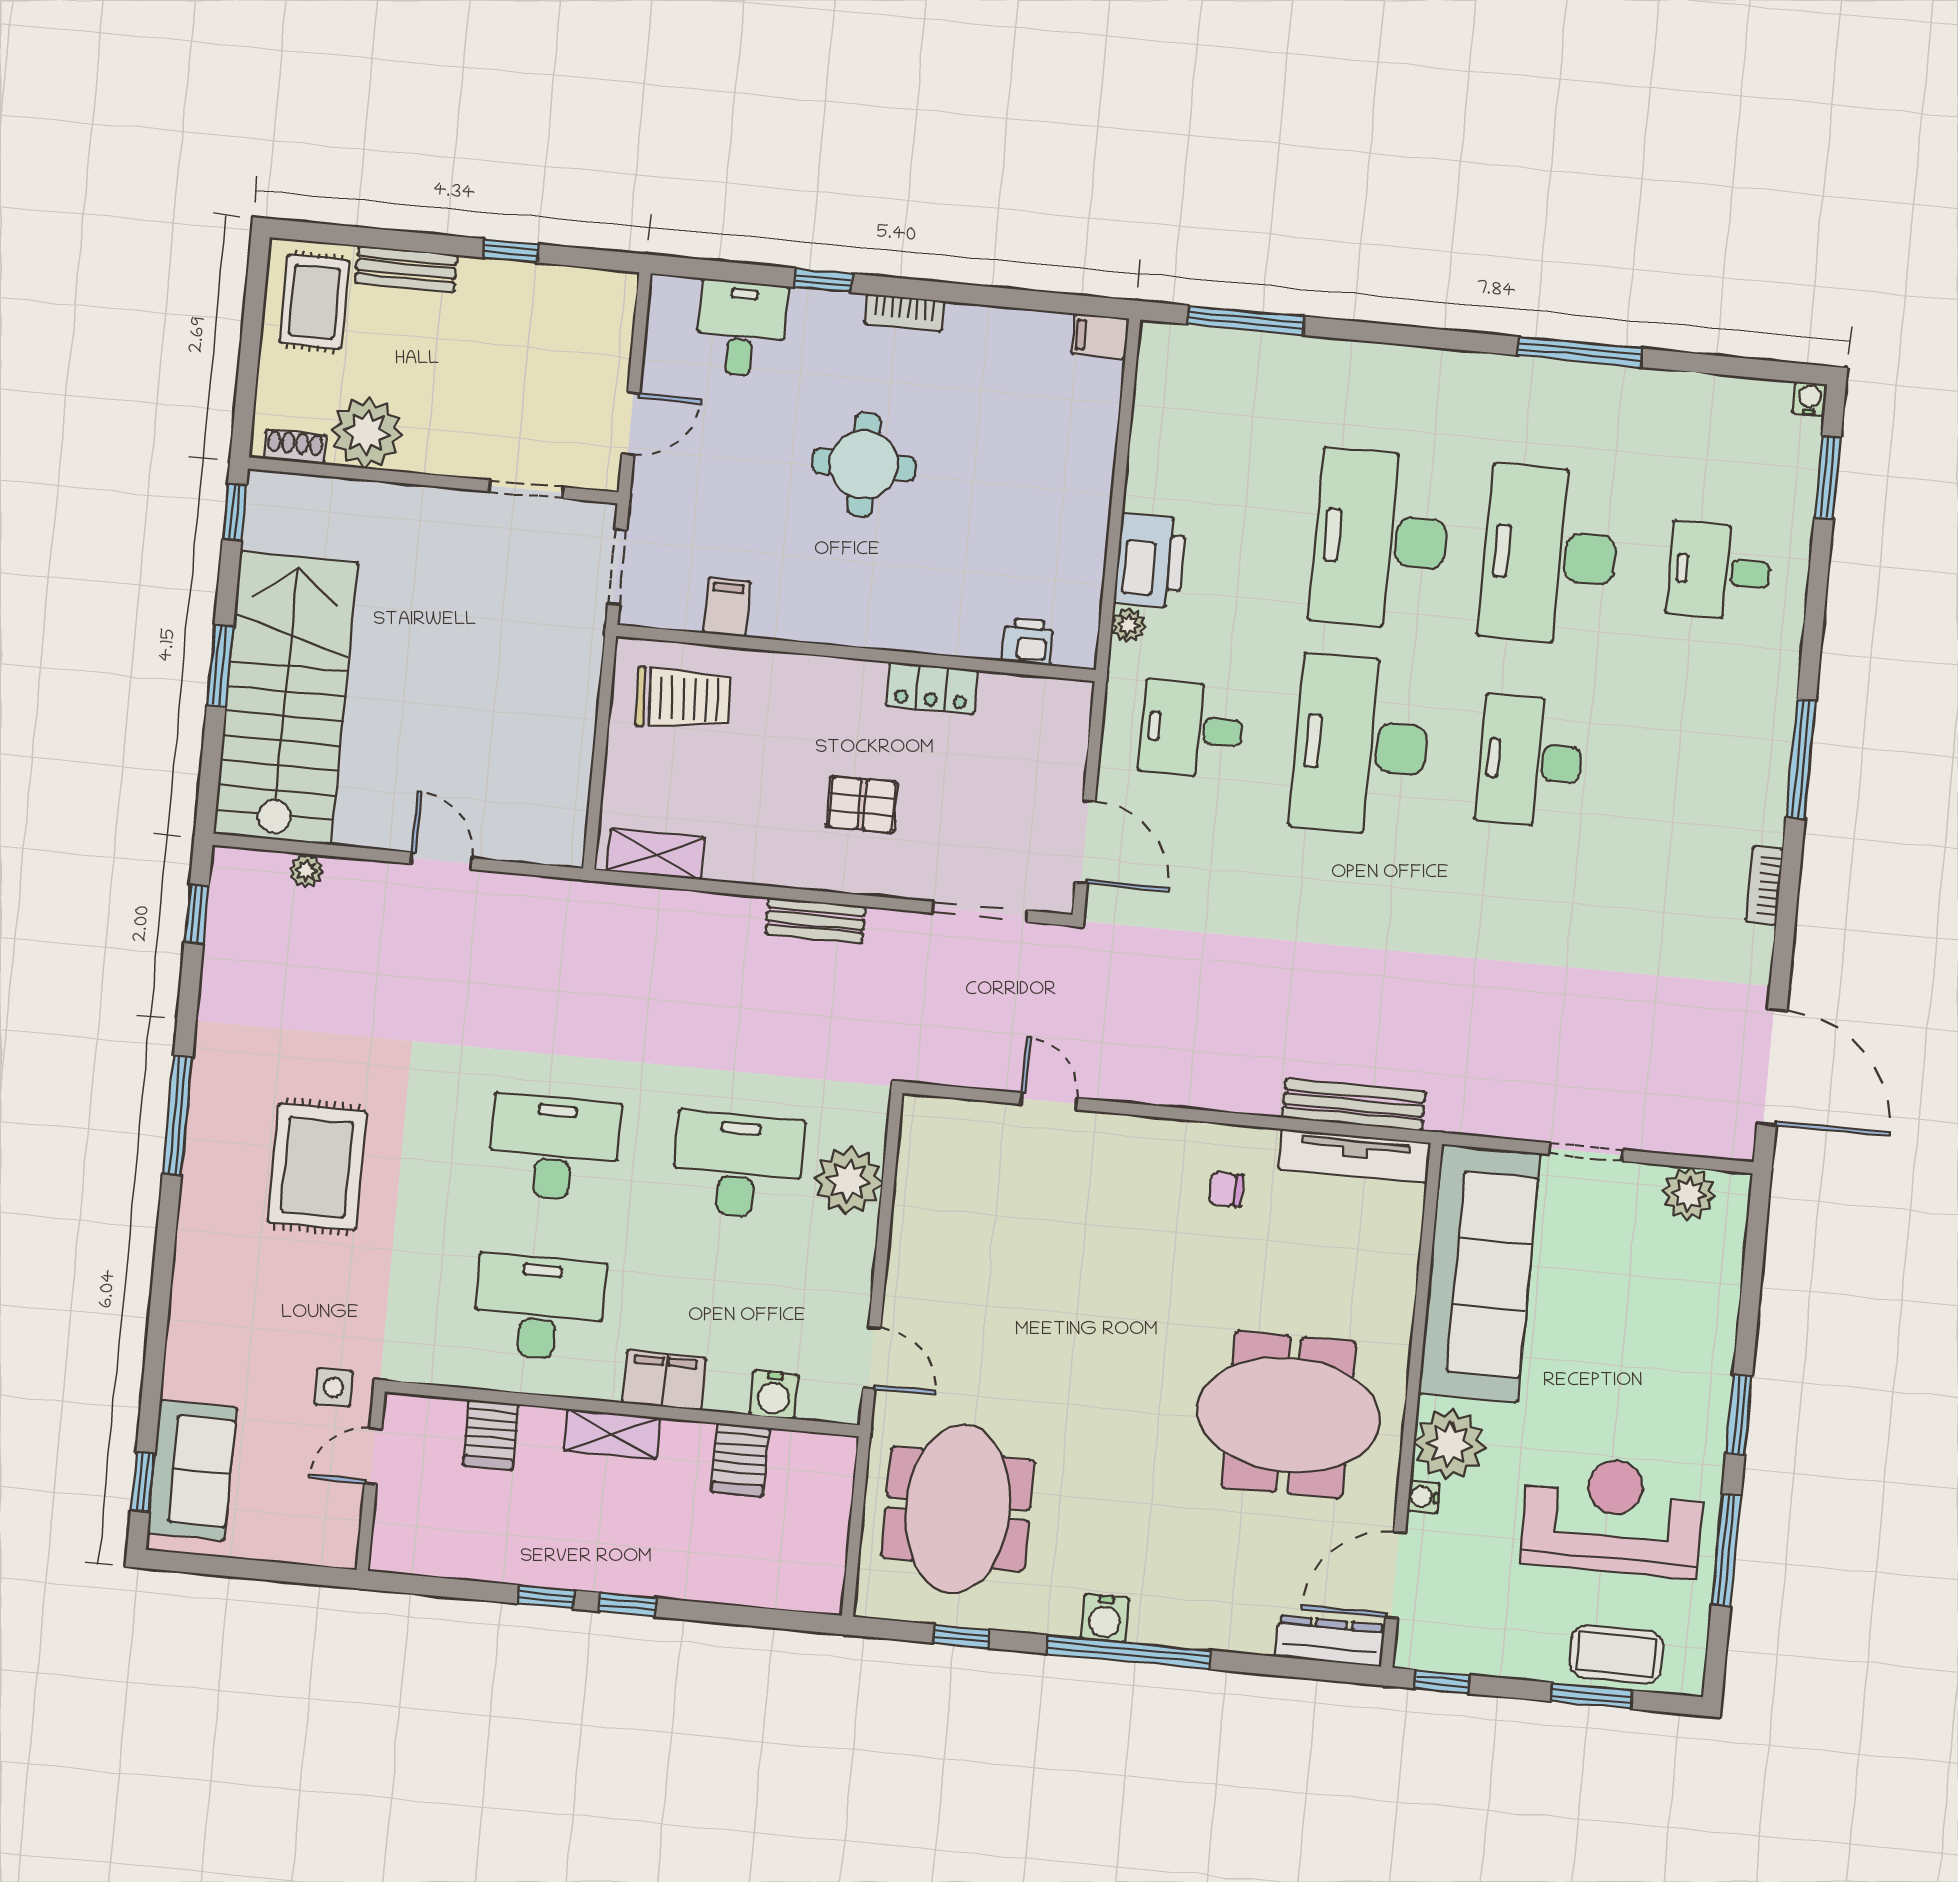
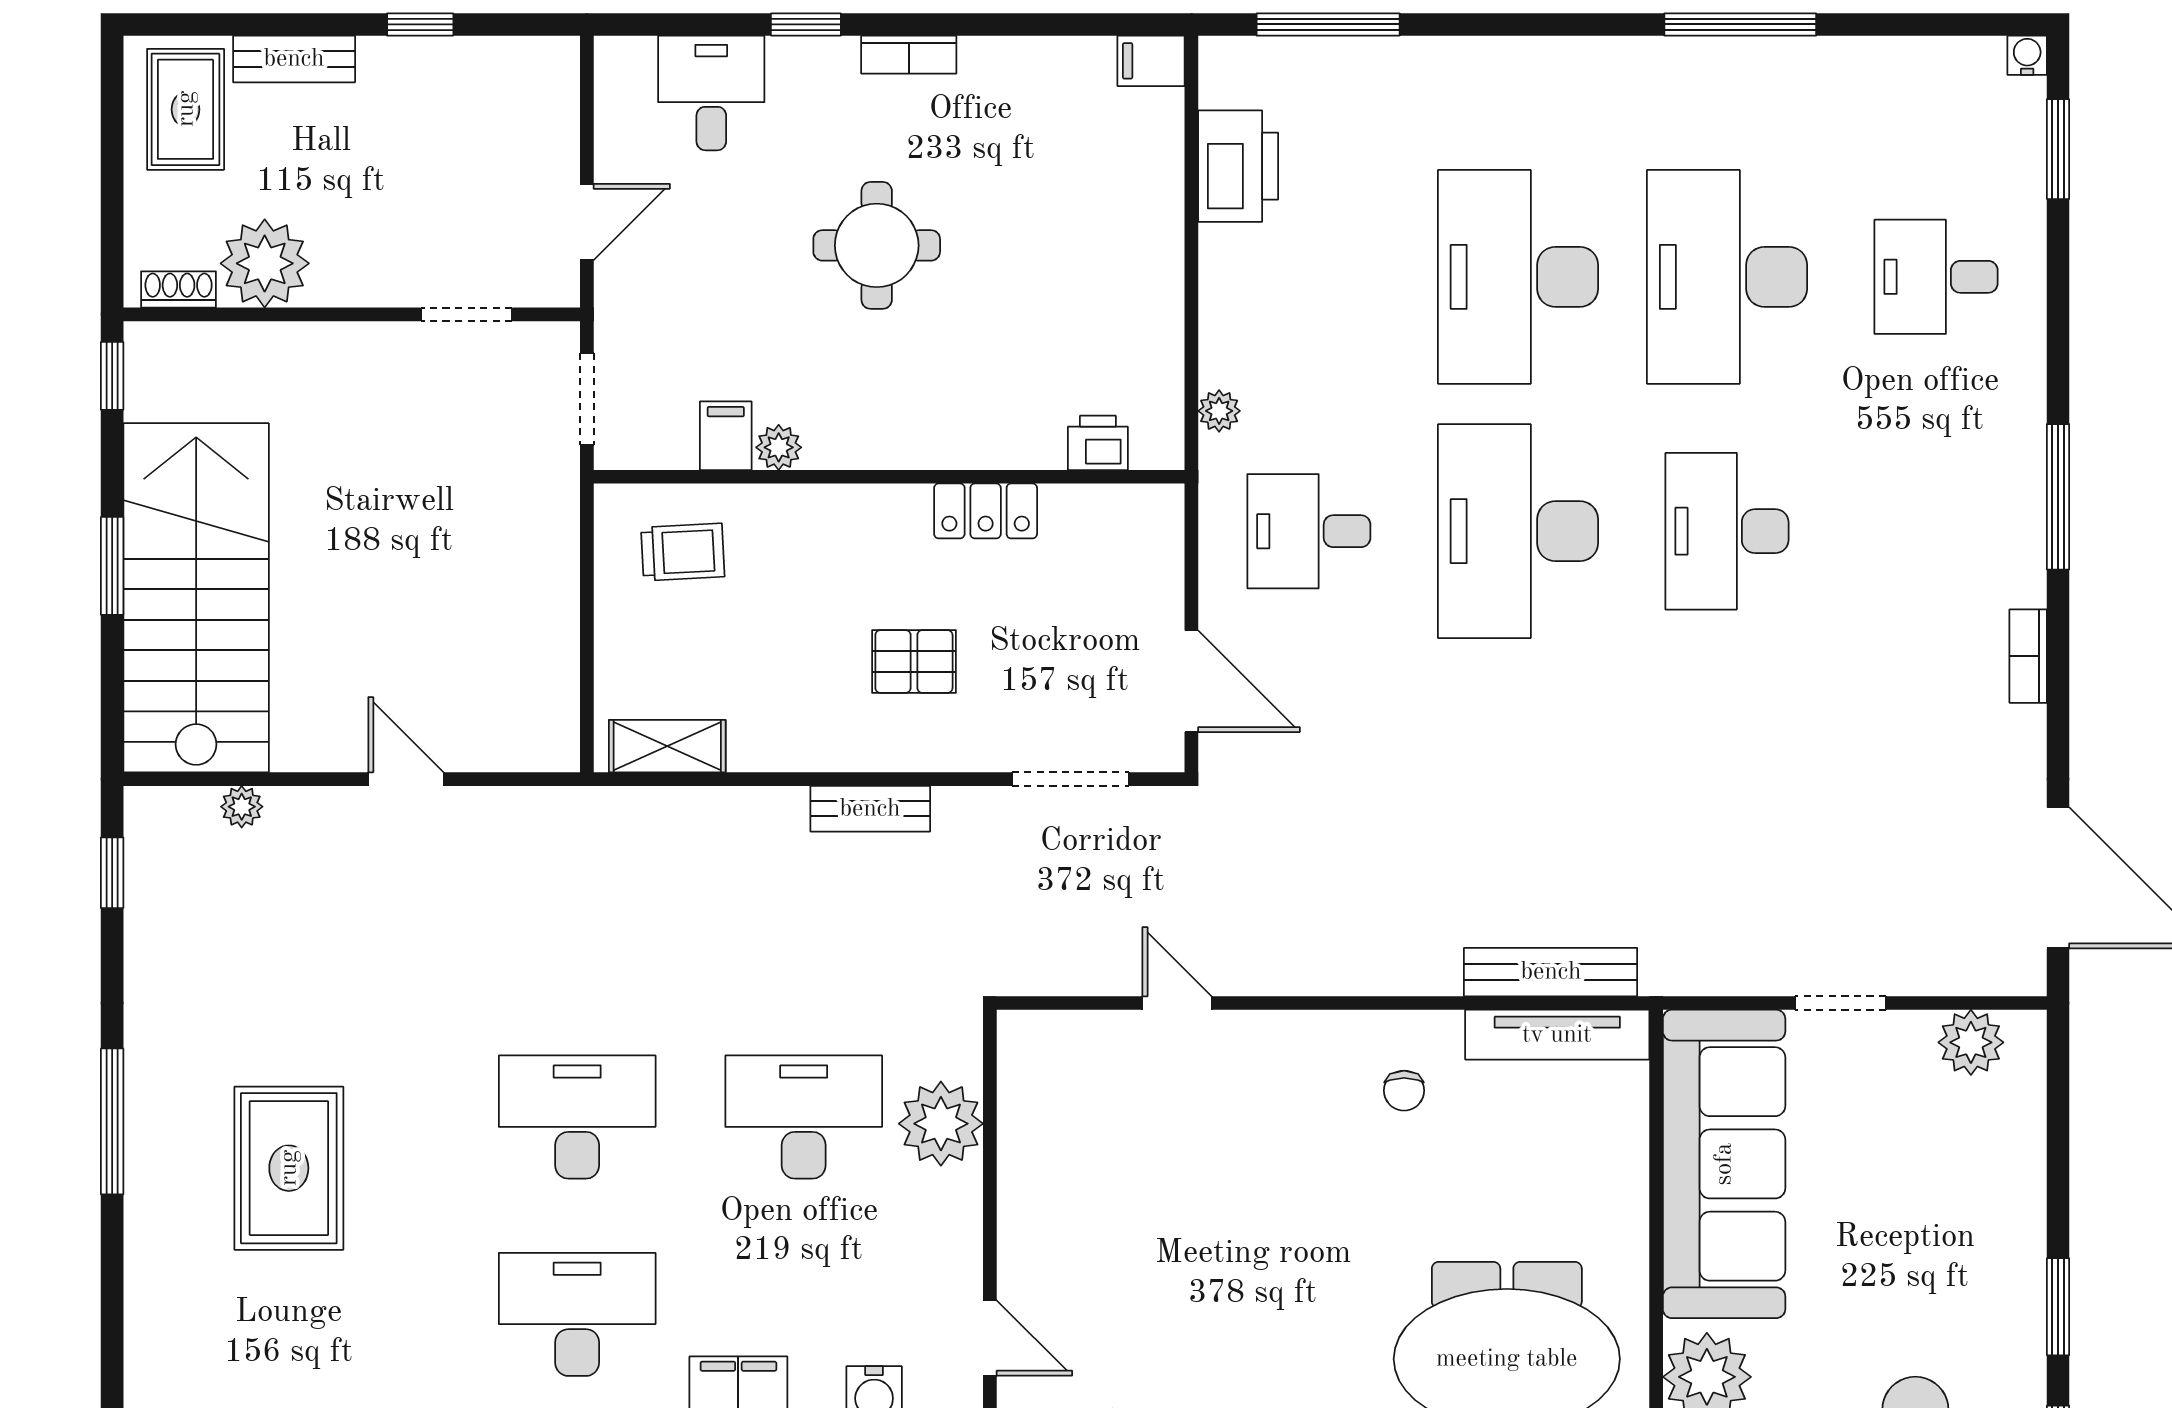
printer: (1150, 561) -> (1238, 166), moved
plant: (769, 621) -> (779, 447), added
trolley: (683, 698) -> (683, 552), width x0.73, depth x0.72
chair: (1226, 1190) -> (1404, 1091), turned -90

